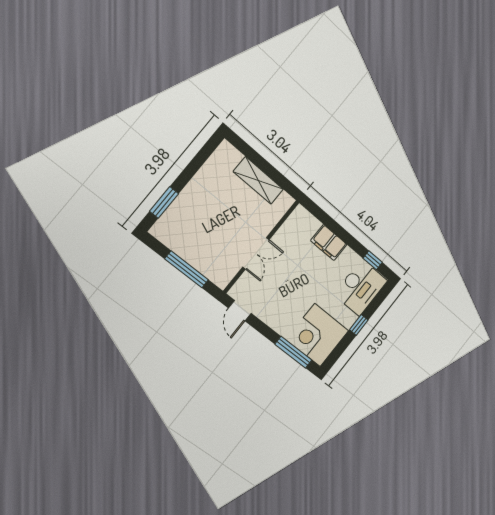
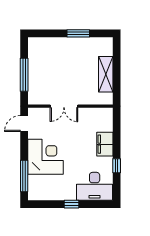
window: (164, 202) -> (78, 33), moved
window: (373, 260) -> (117, 166), moved
corner desk: (318, 335) -> (45, 157), moved, turned 90

